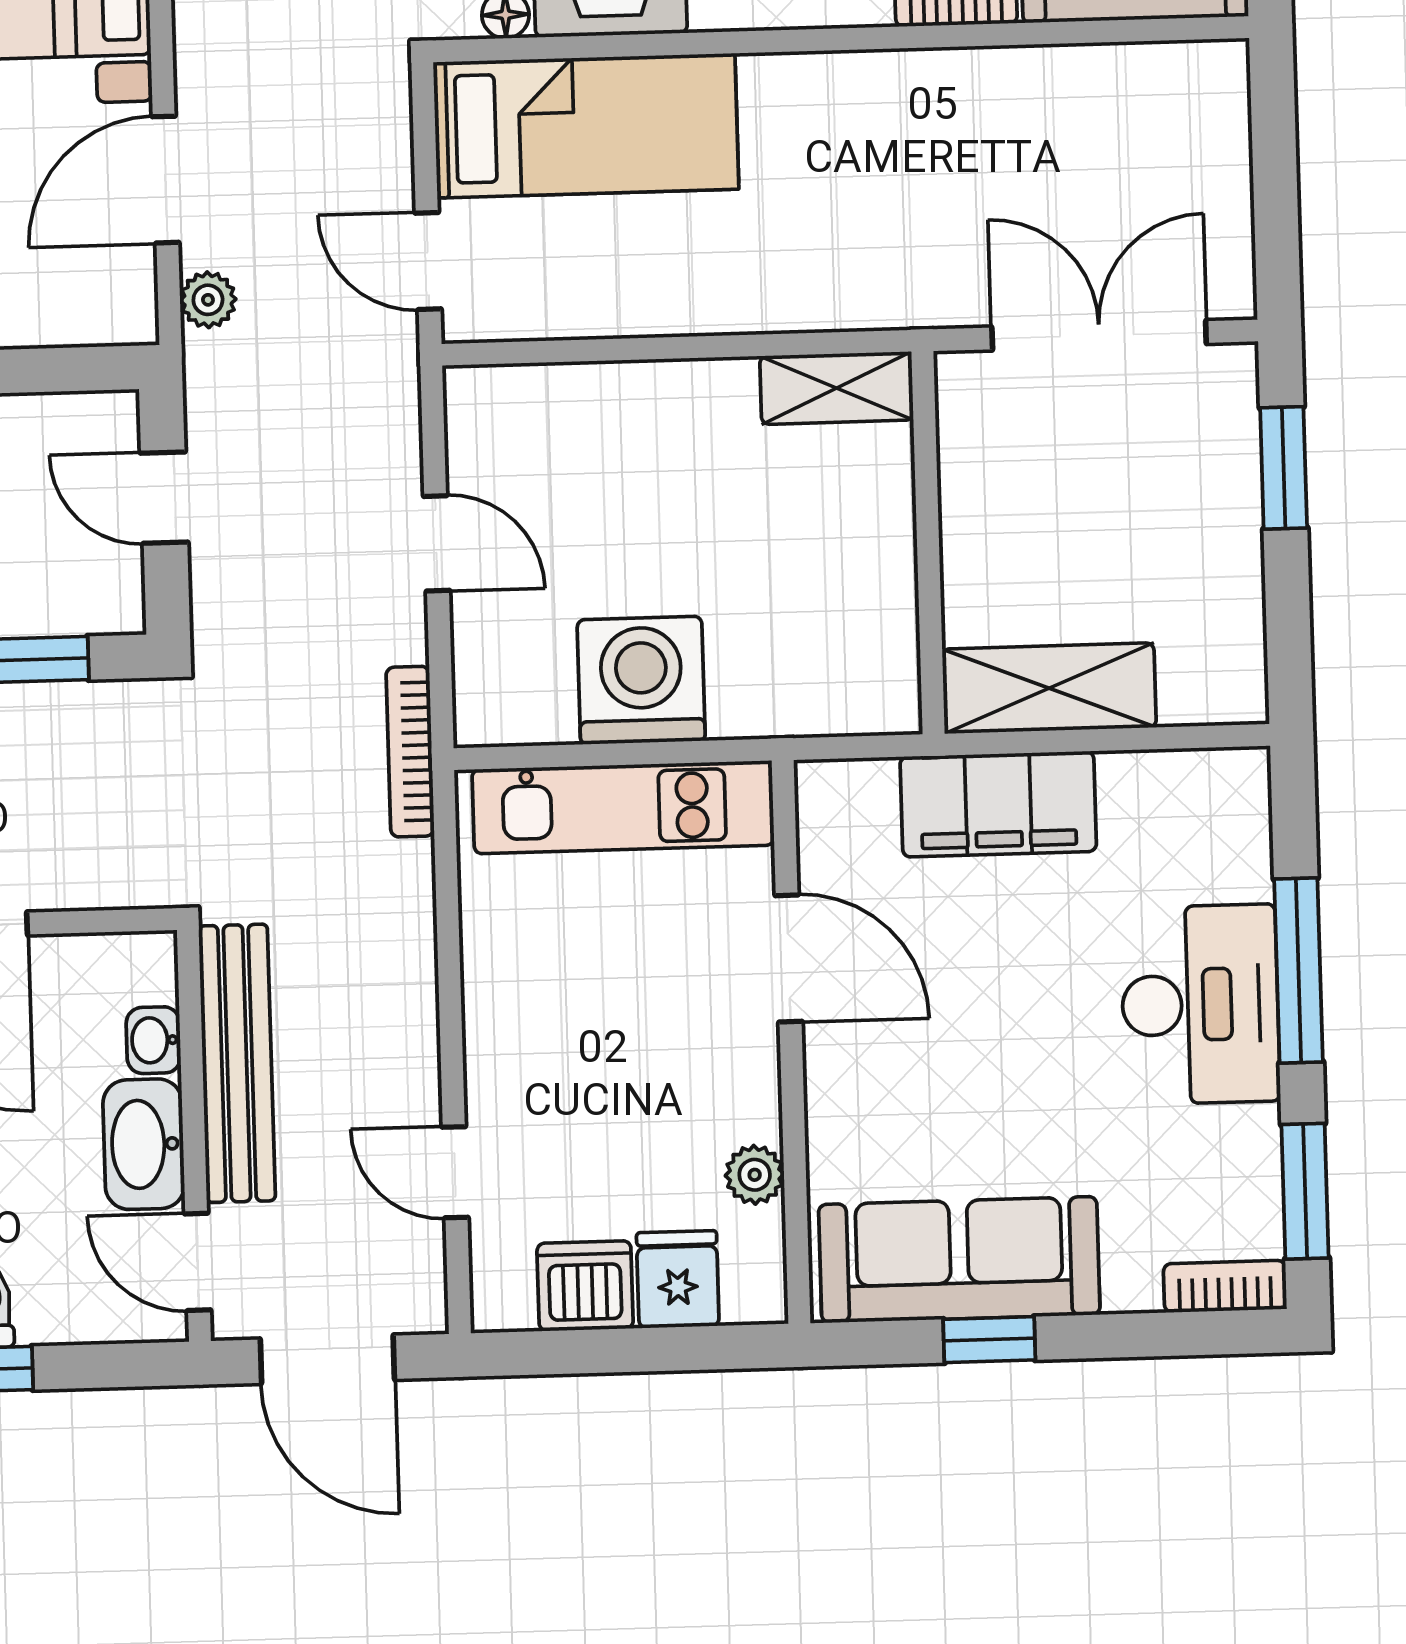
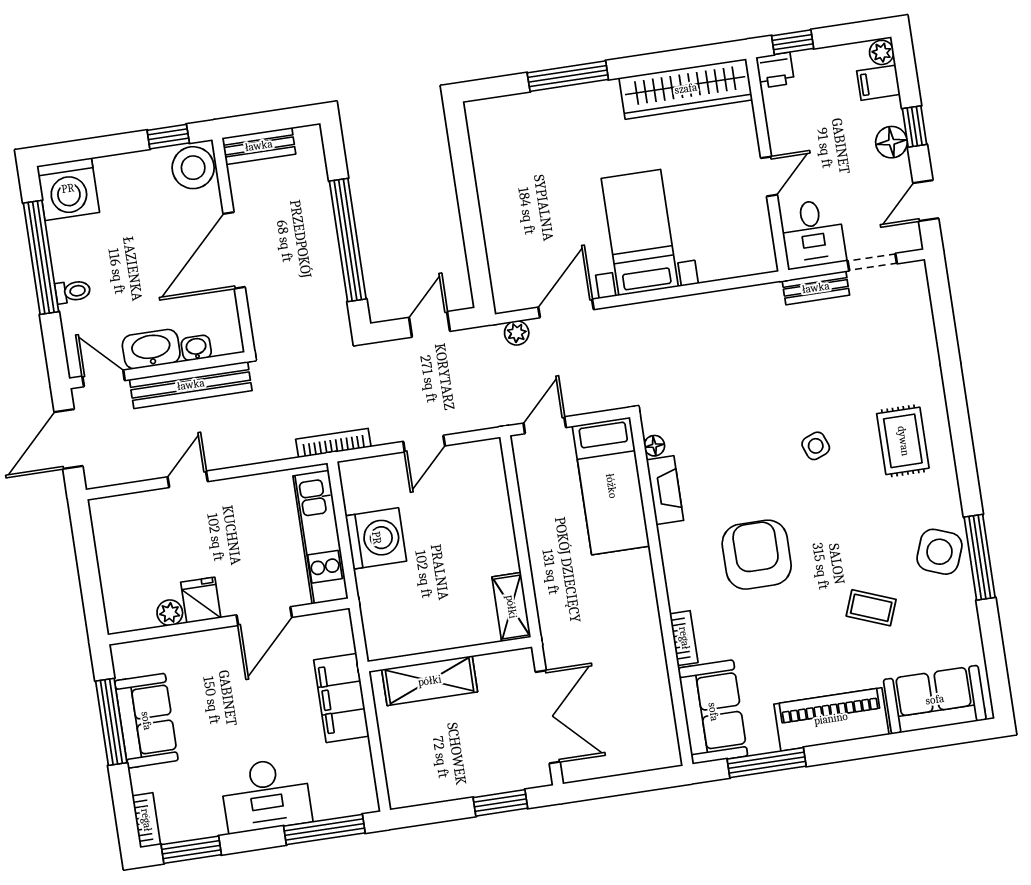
door: (165, 180) -> (566, 308), hinge flipped
shelving: (1049, 688) -> (430, 681), moved, turned 90
window: (1299, 971) -> (324, 830), moved
door: (455, 1172) -> (188, 479), moved
sofa: (959, 1260) -> (146, 721), width x0.73
door: (198, 1262) -> (104, 378), hinge flipped
fridge: (678, 1279) -> (201, 600), moved, turned -90
dishwasher: (585, 1286) -> (113, 546), removed
window: (989, 1340) -> (111, 722), width x2.17

